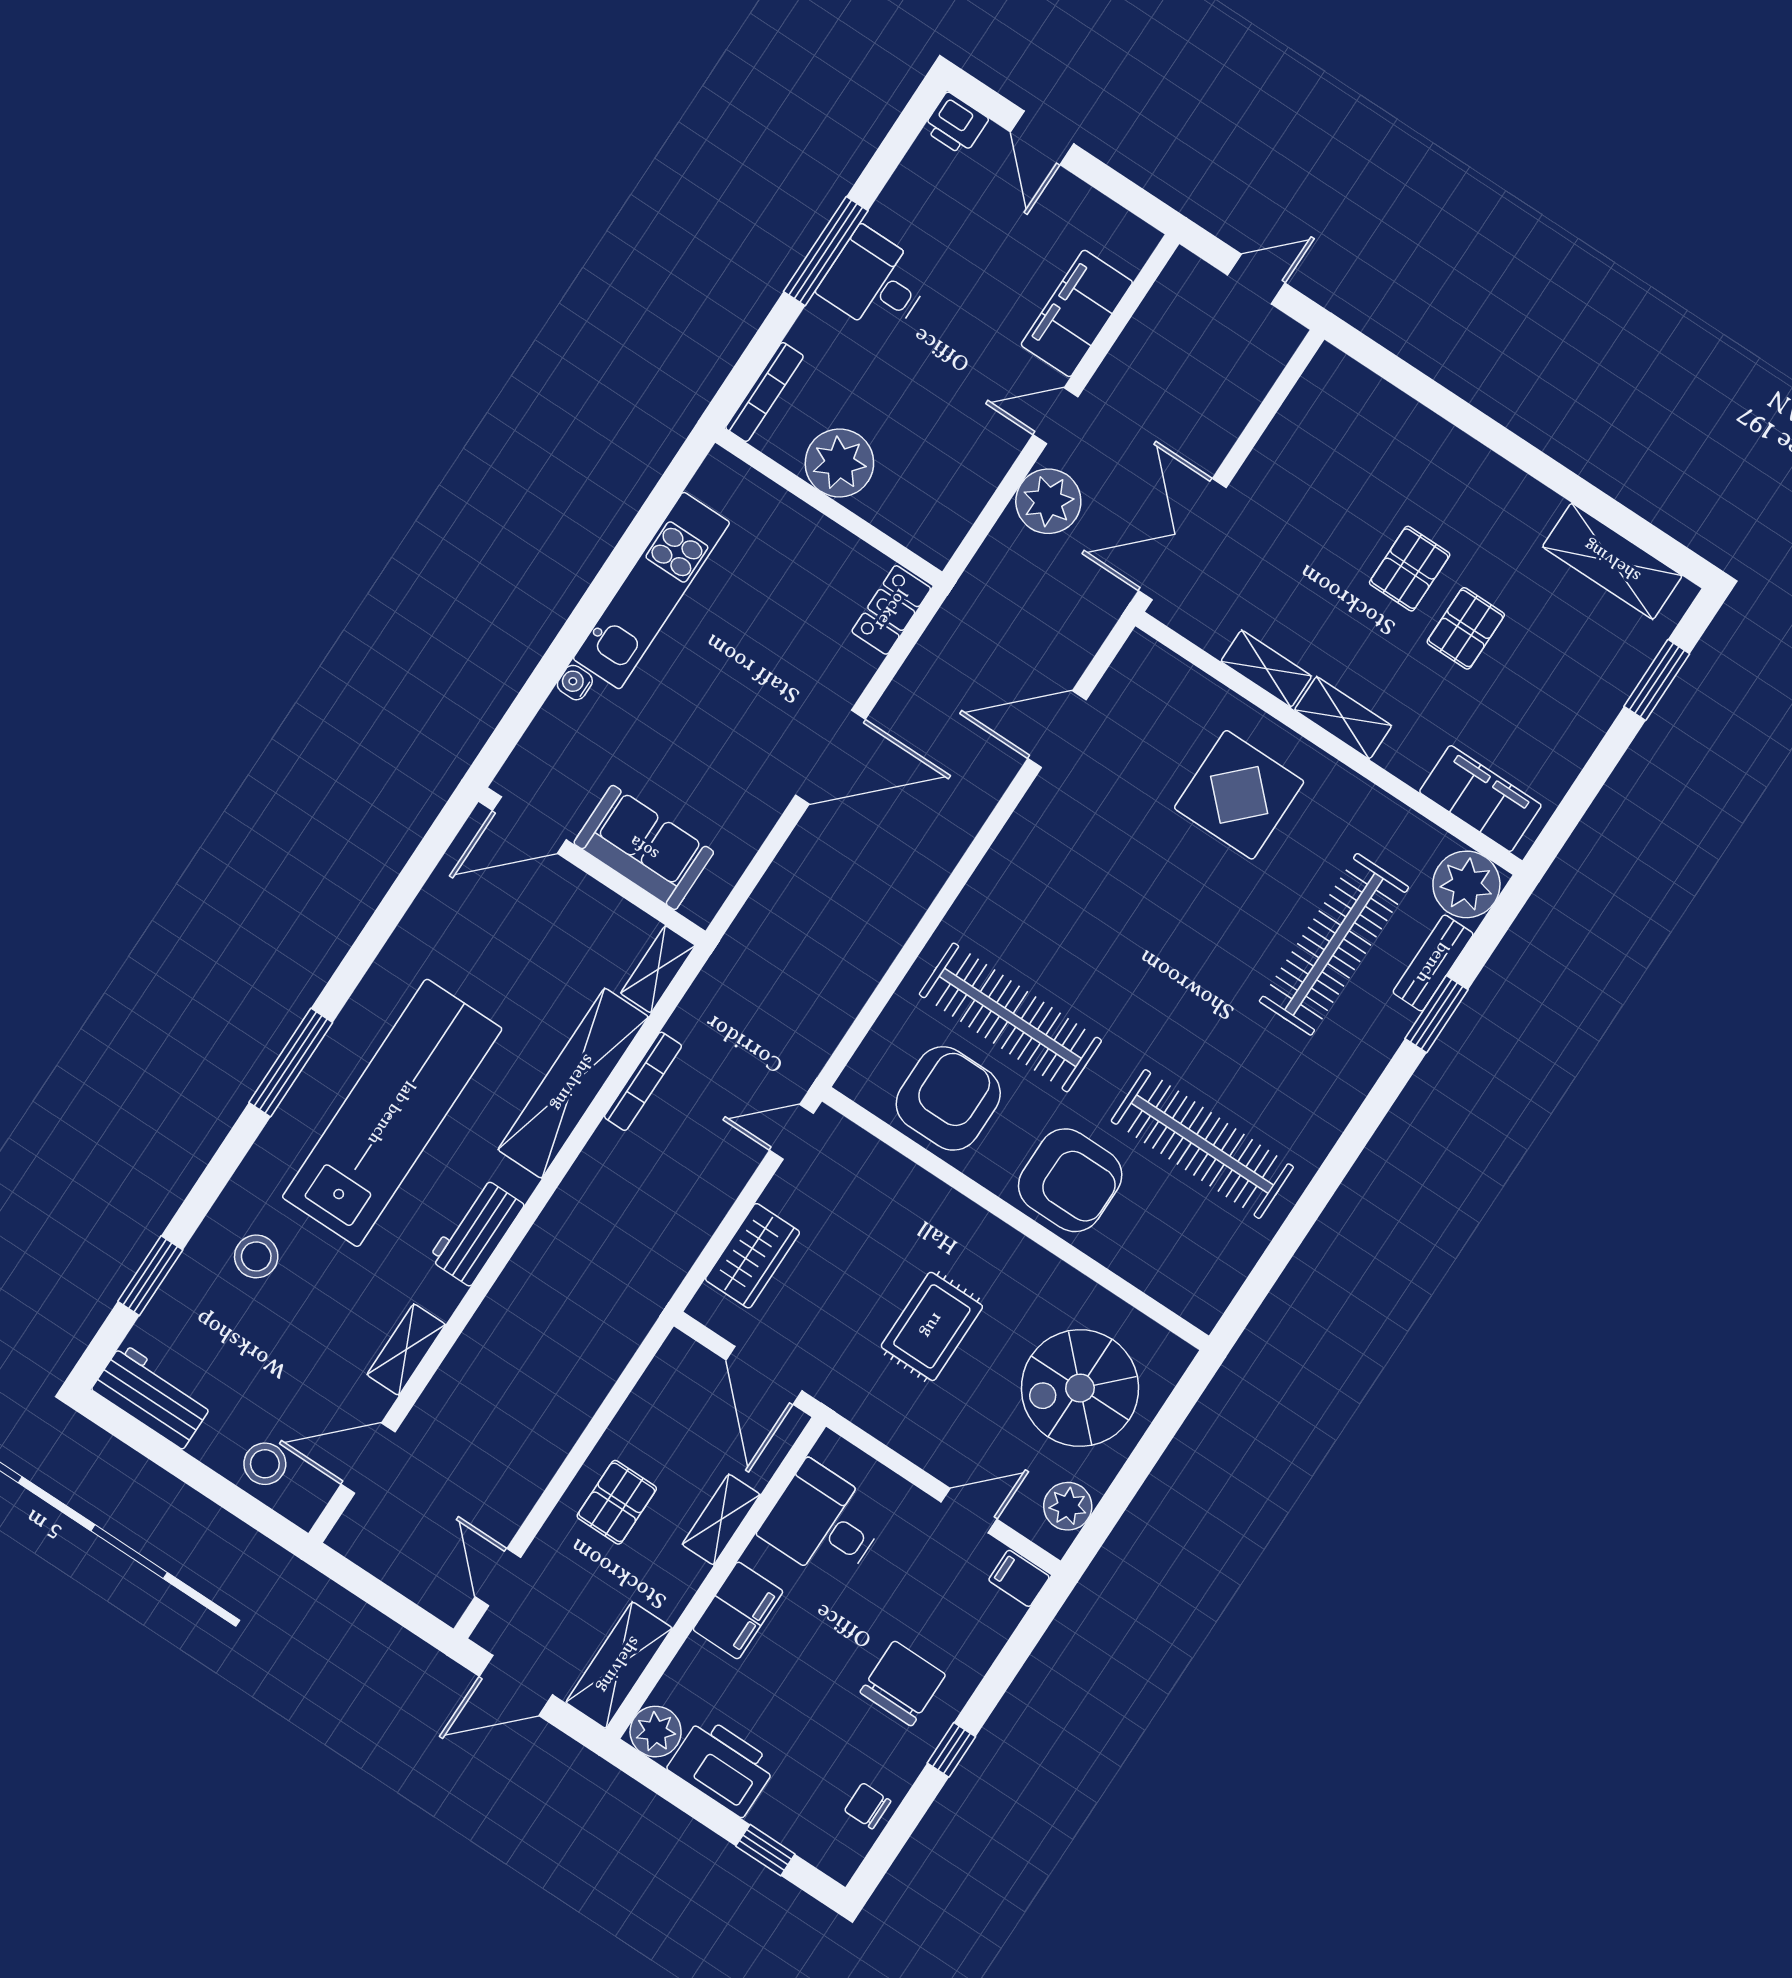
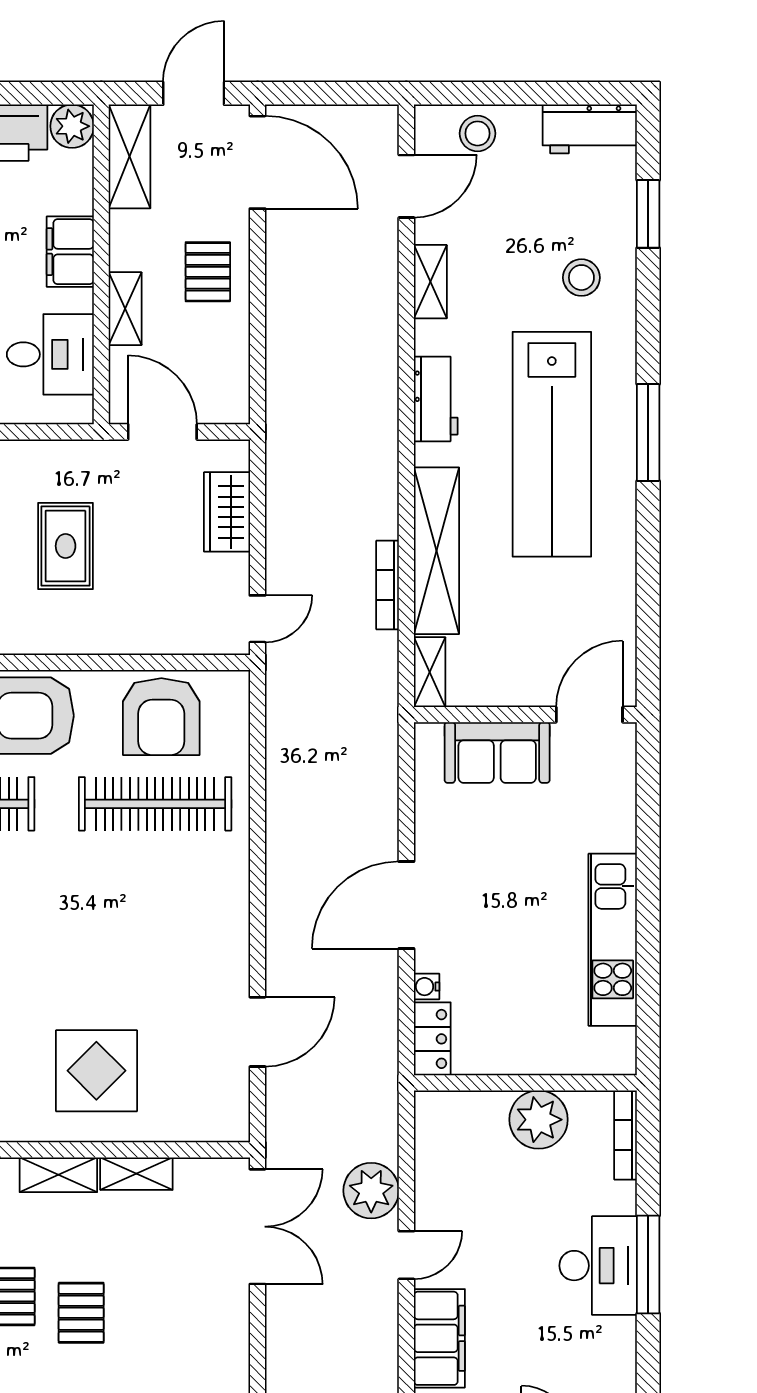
desk: (875, 282) -> (598, 1266), width x1.37
water cooler: (575, 683) -> (427, 987), moved, turned 180
door: (498, 1577) -> (258, 162), width x1.88

